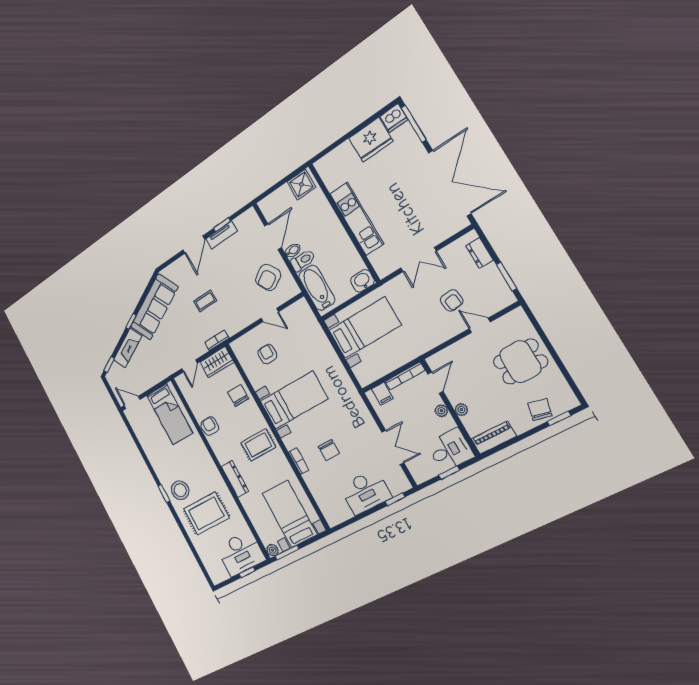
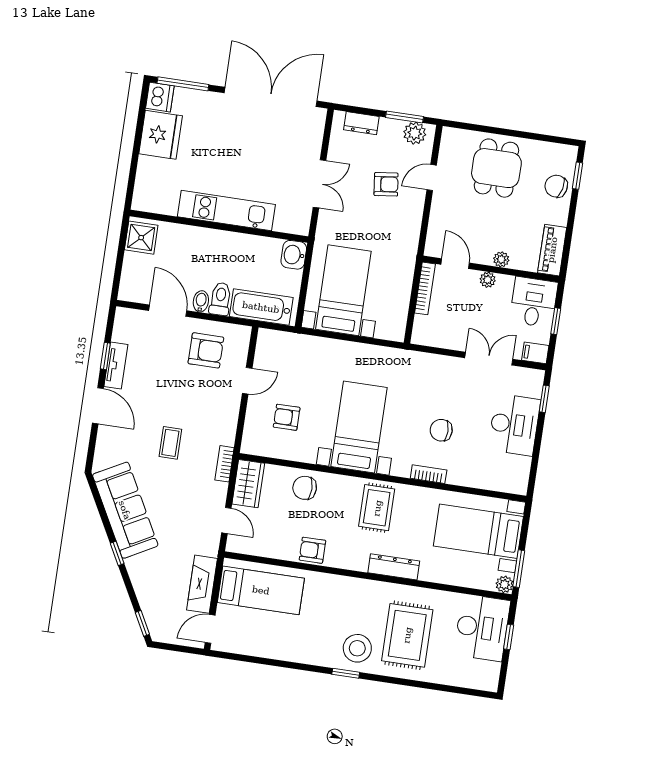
armchair: (268, 277) -> (206, 350), turned -59
plant: (501, 291) -> (415, 133), added
fireplace: (128, 348) -> (202, 584), moved, turned -152
filing cabinet: (382, 394) -> (535, 353), moved, turned 180
chair: (329, 450) -> (441, 430), turned 180

